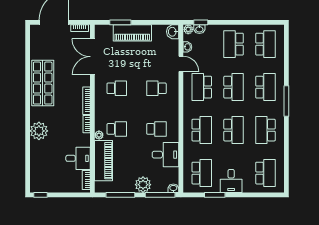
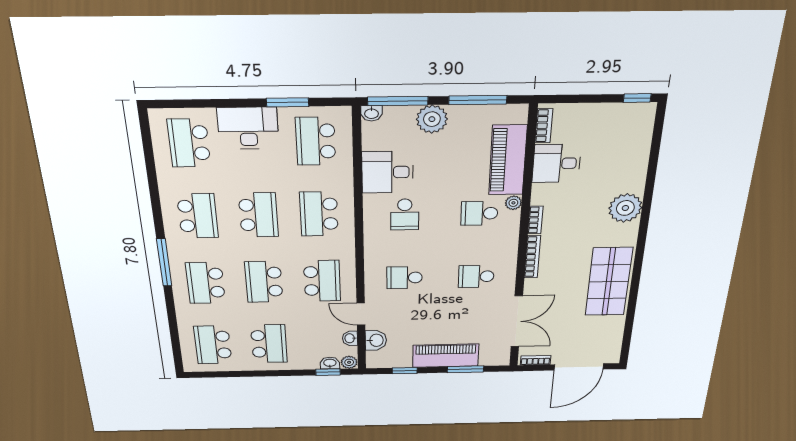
window: (156, 22) -> (405, 371), added
washbasin: (173, 32) -> (376, 340), moved
school desk: (156, 88) -> (404, 278), turned 180
school desk: (156, 129) -> (405, 215), turned -90
school desk: (234, 130) -> (258, 215), turned 180
desk: (231, 181) -> (248, 128), width x1.37

